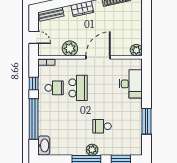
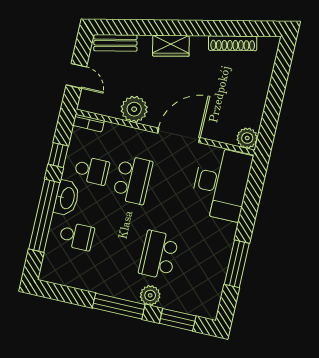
desk: (131, 84) -> (221, 184), width x1.36, depth x1.30
school desk: (54, 126) -> (77, 236), added
school desk: (102, 126) -> (159, 255), width x1.85
washbasin: (44, 145) -> (67, 198), moved
plant: (92, 150) -> (150, 295), moved

